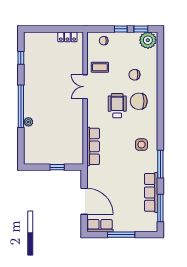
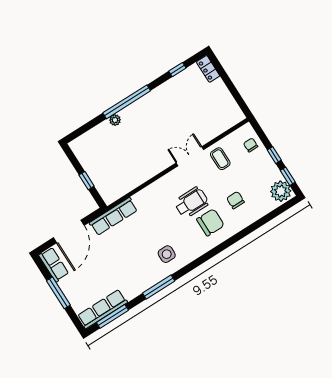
locker: (67, 37) -> (208, 69), moved
chair: (139, 101) -> (210, 222), turned 90
row of seats: (93, 146) -> (113, 216), moved
row of seats: (151, 192) -> (102, 309), moved

